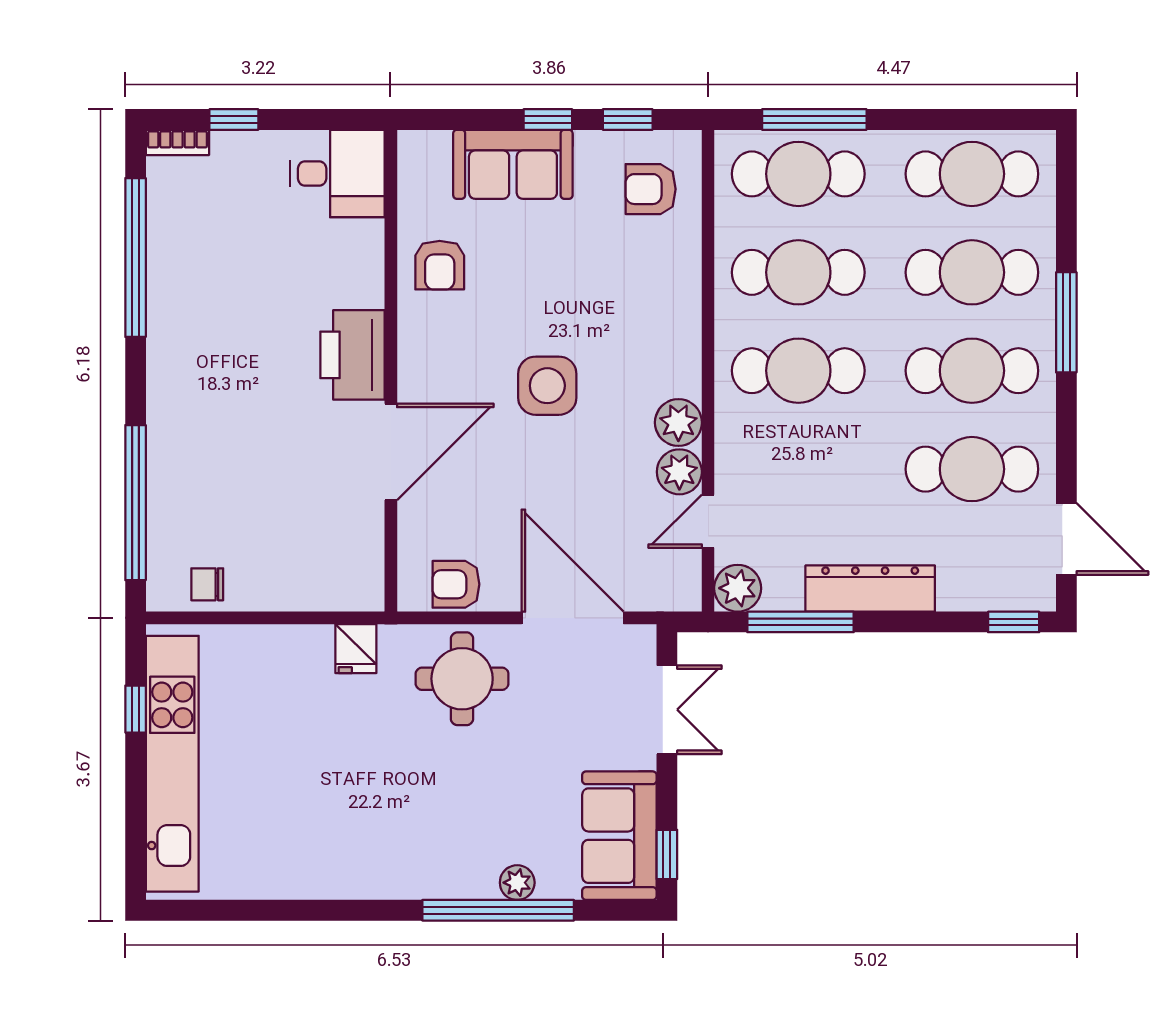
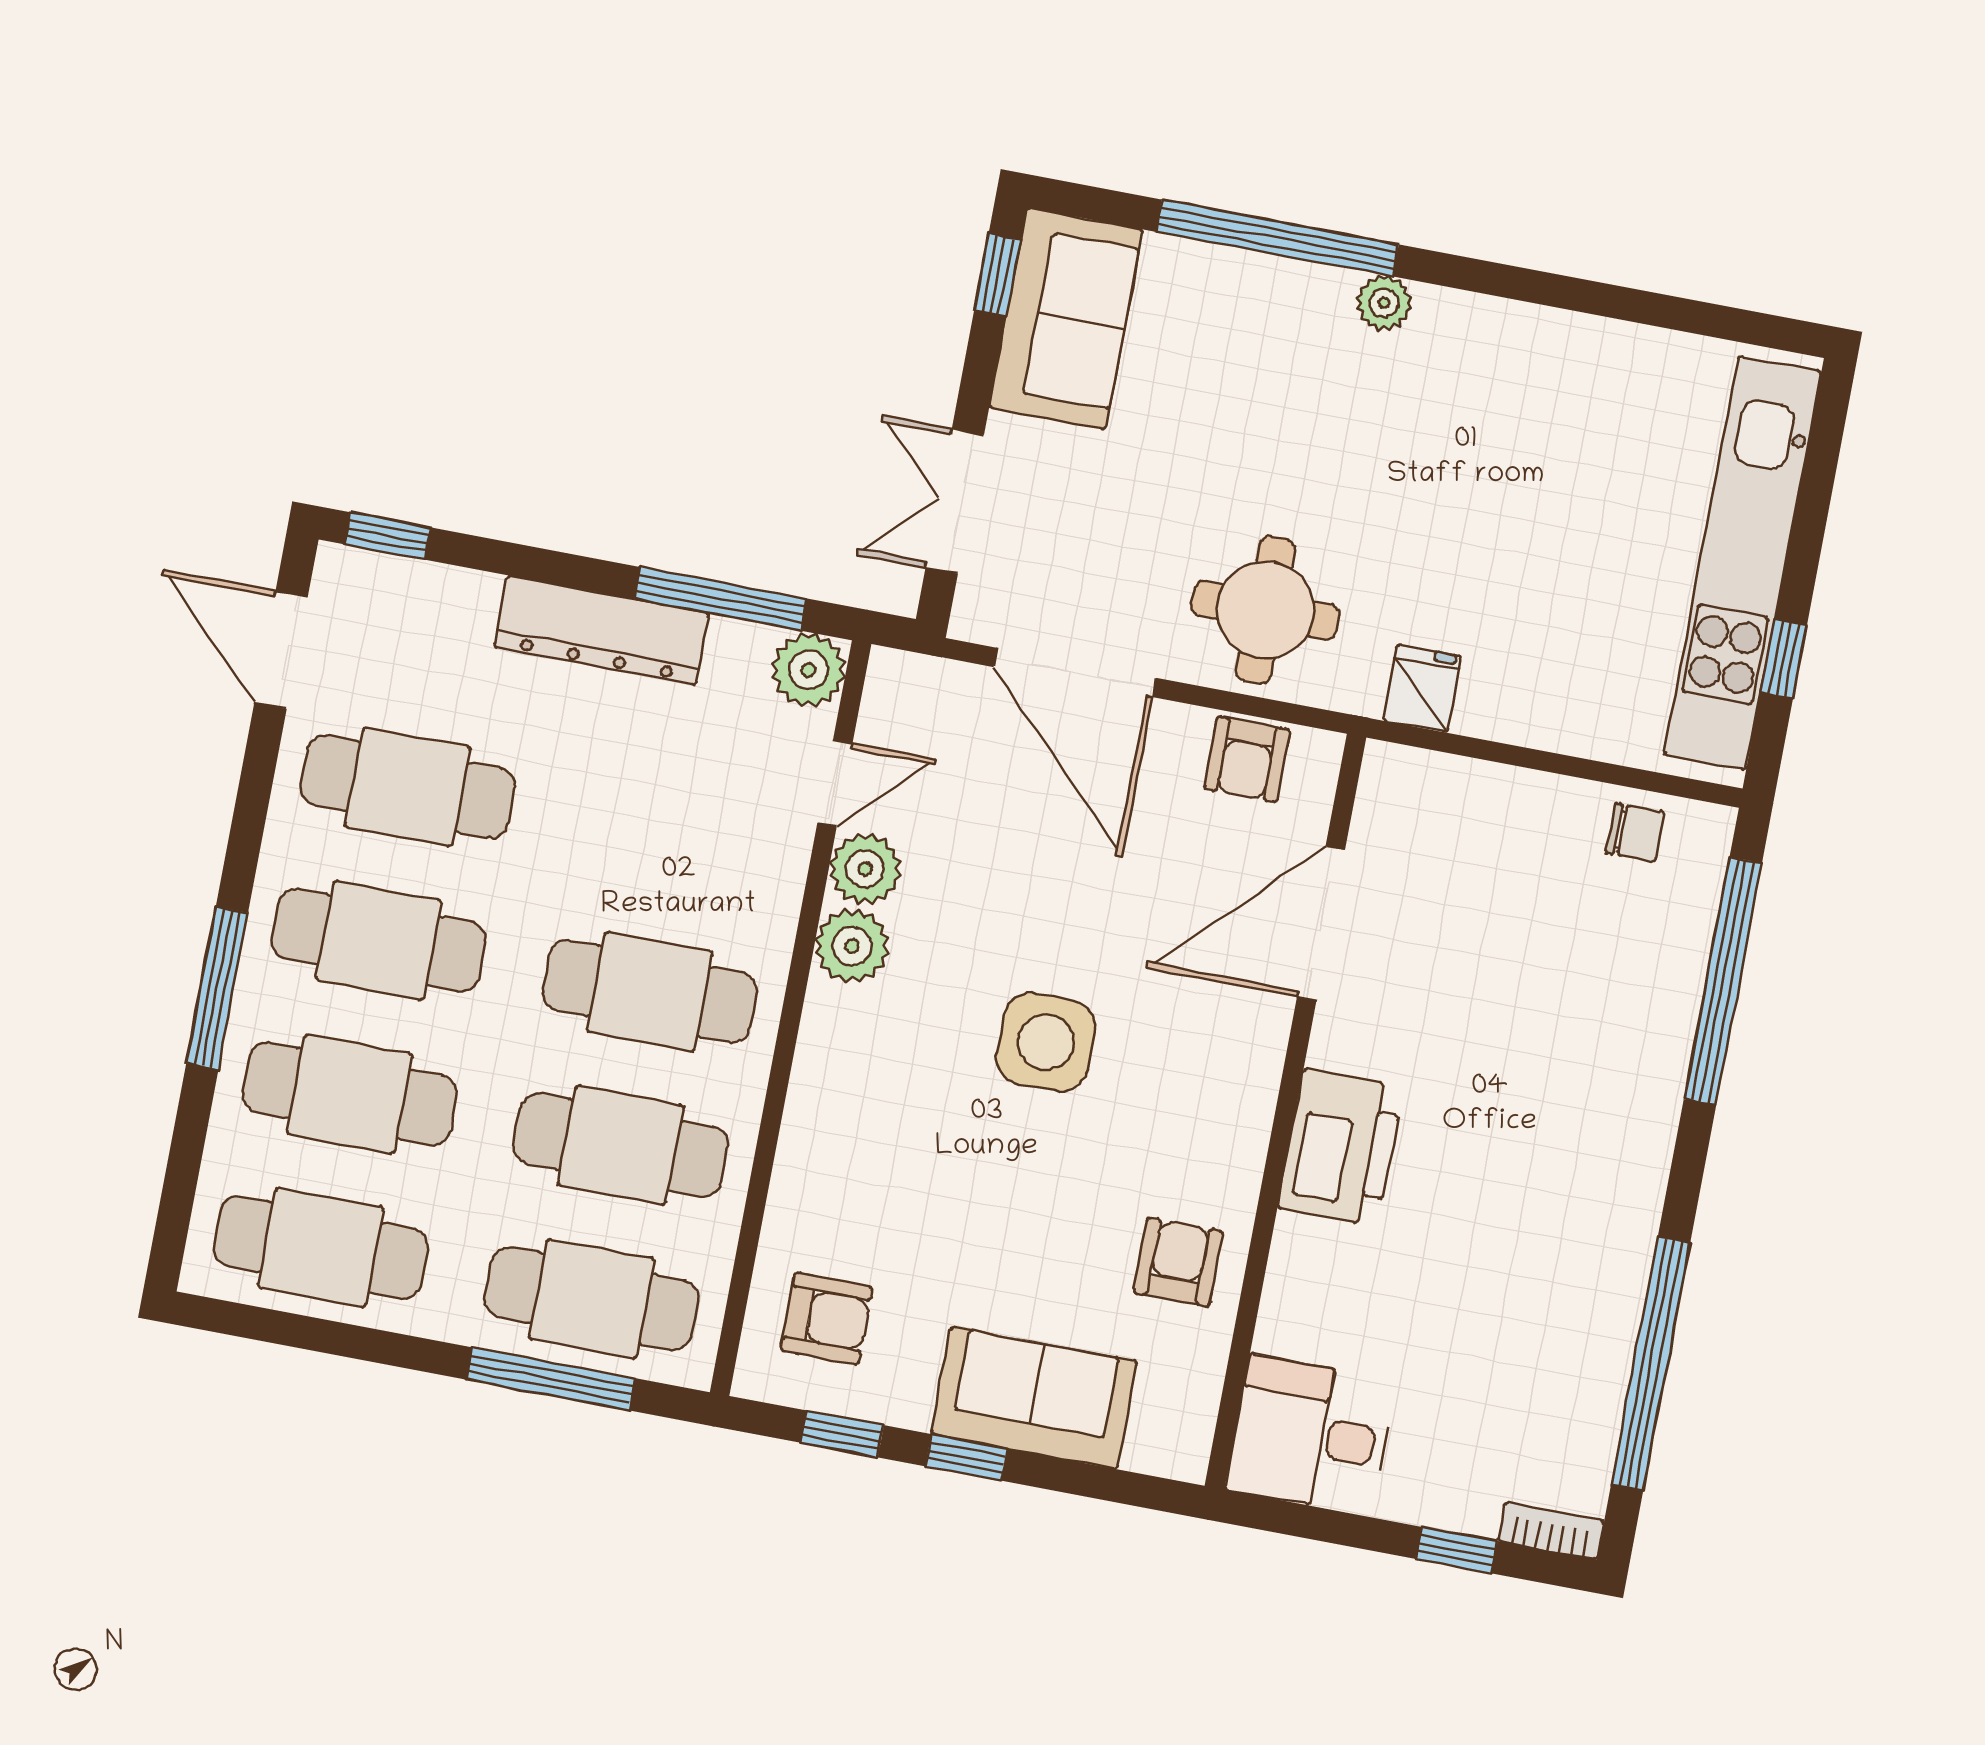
door: (391, 452) -> (1321, 923), moved
armchair: (456, 584) -> (1247, 759), turned 90
plant: (517, 883) -> (1384, 303), moved

